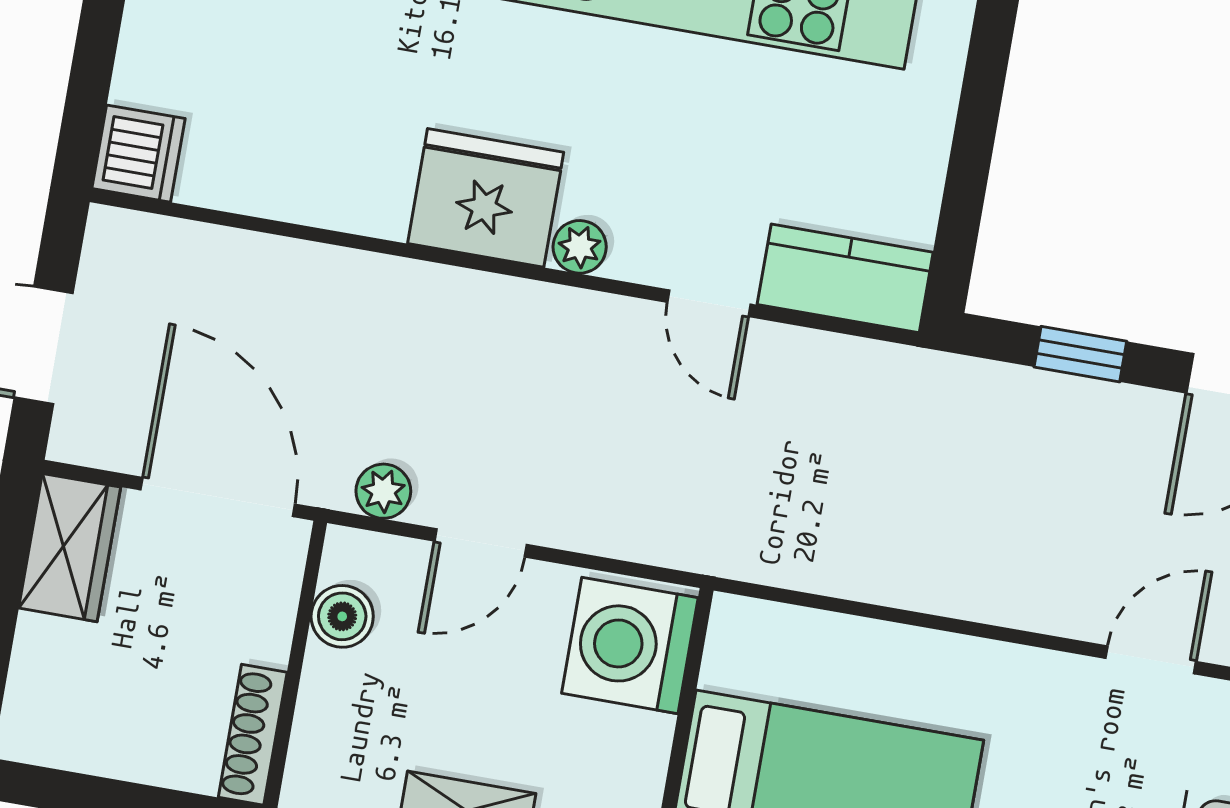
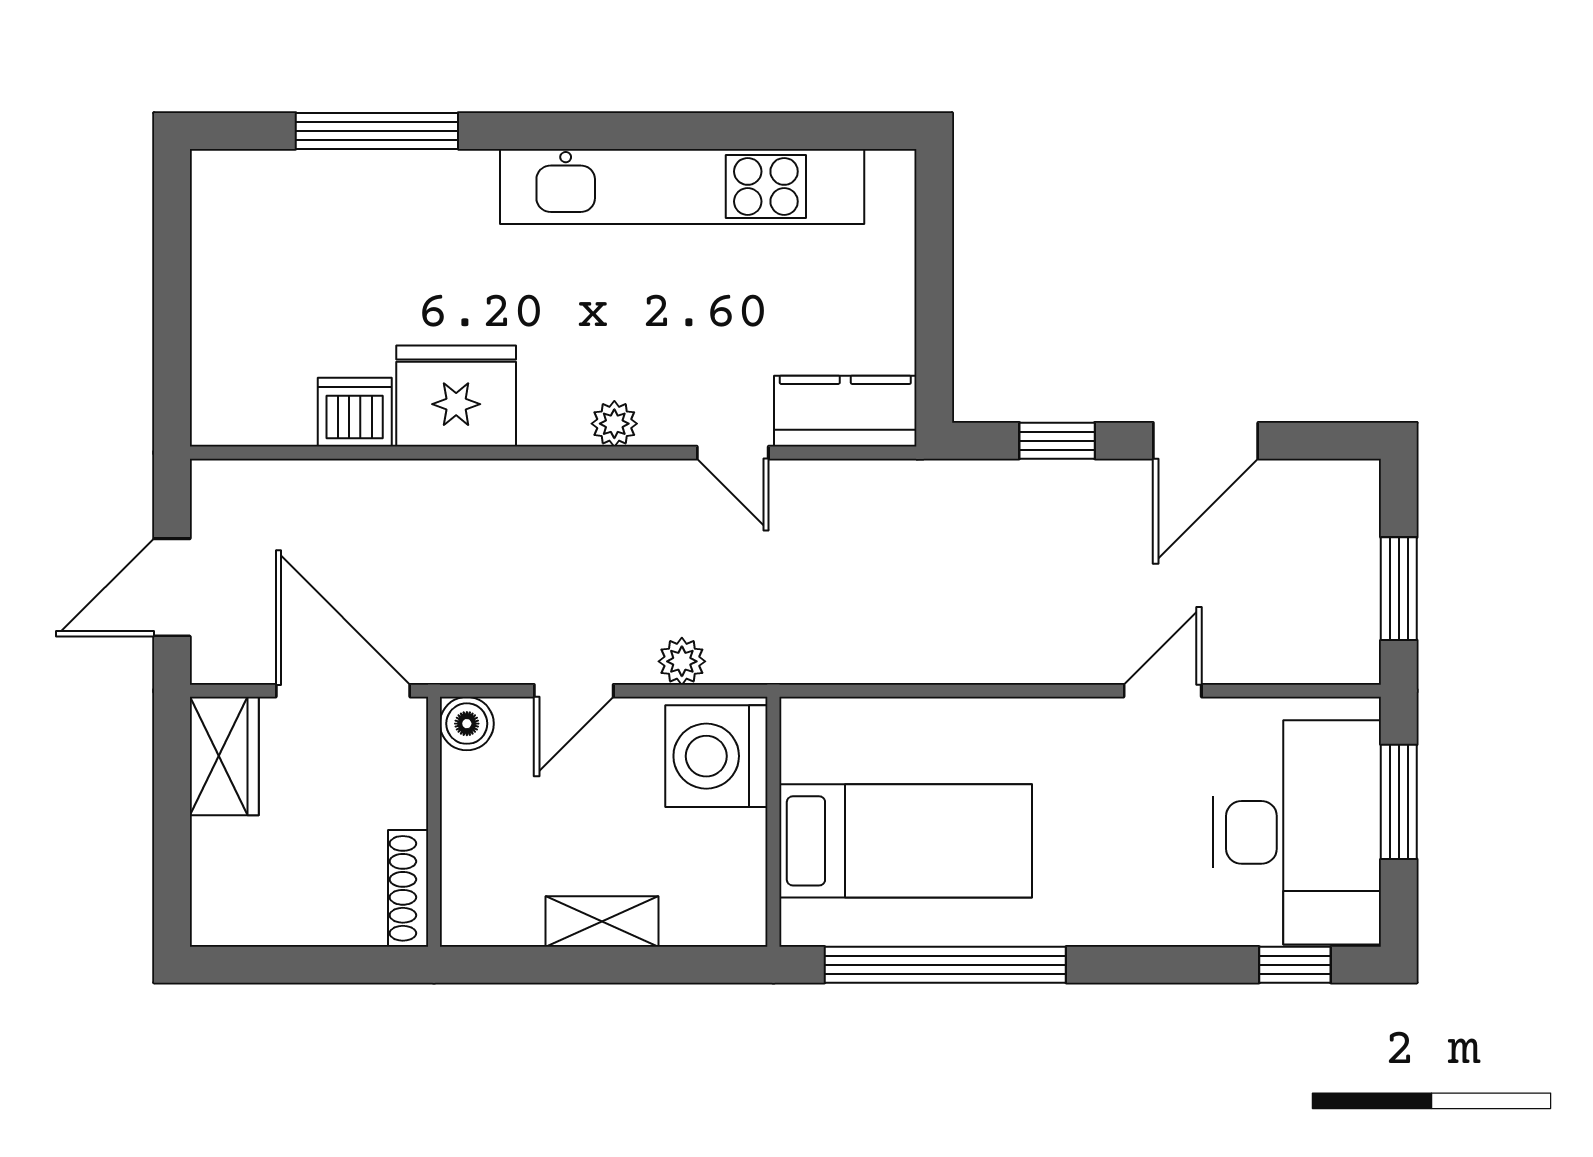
dishwasher: (138, 154) -> (355, 412), moved, turned -90
fridge: (486, 198) -> (456, 396), moved
plant: (383, 491) -> (682, 661), moved
boiler: (342, 616) -> (467, 724), moved

